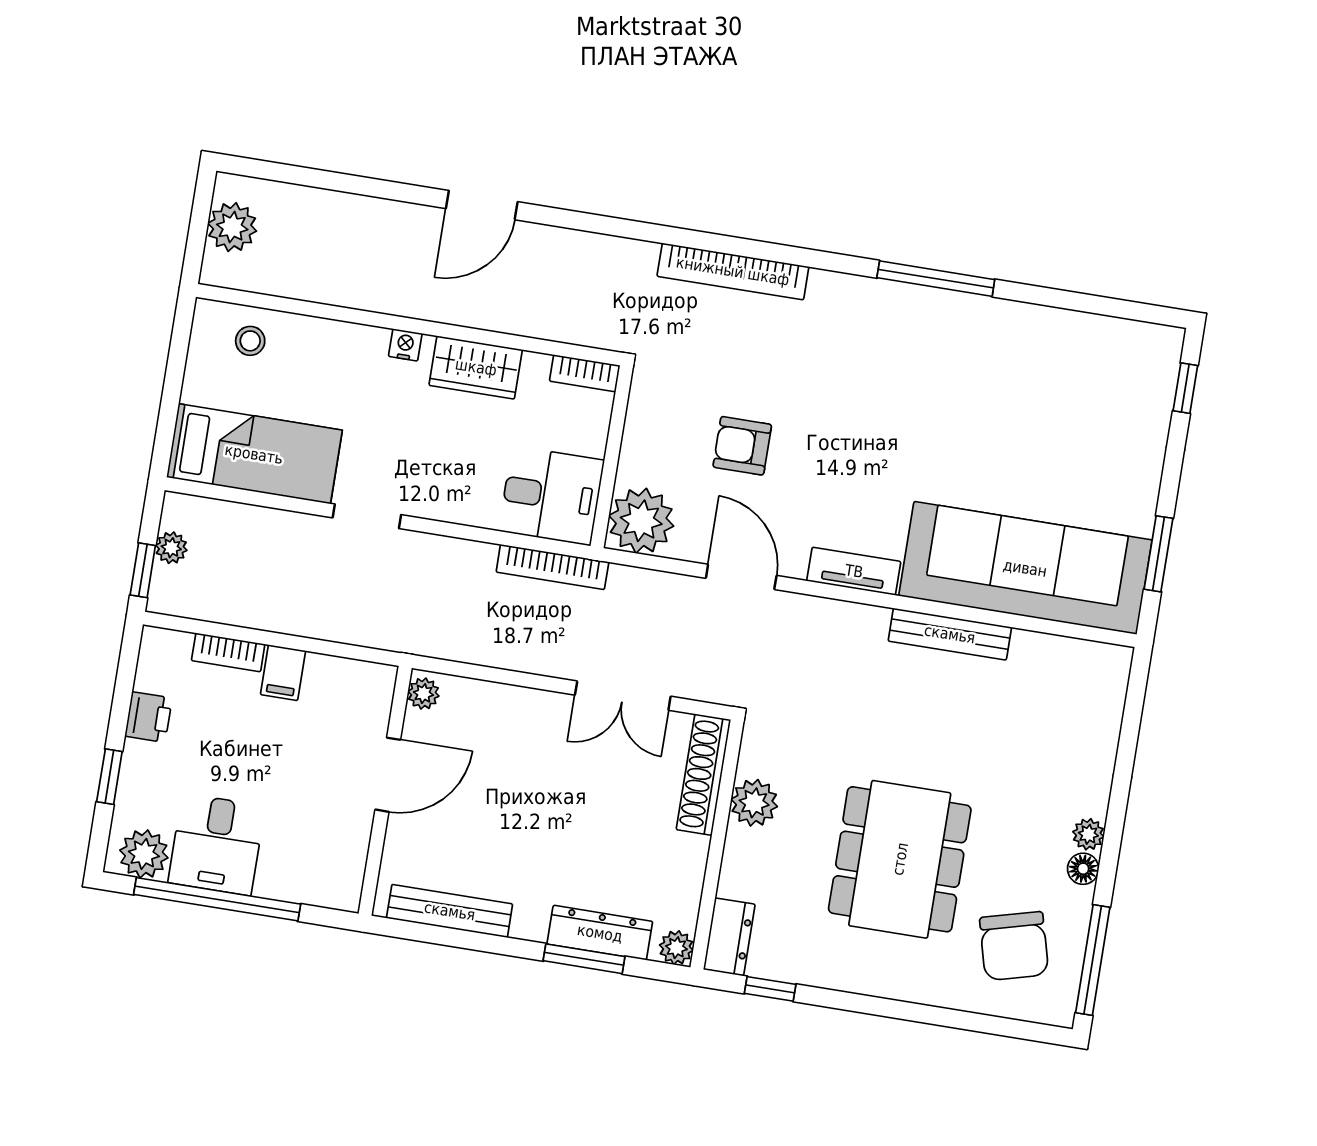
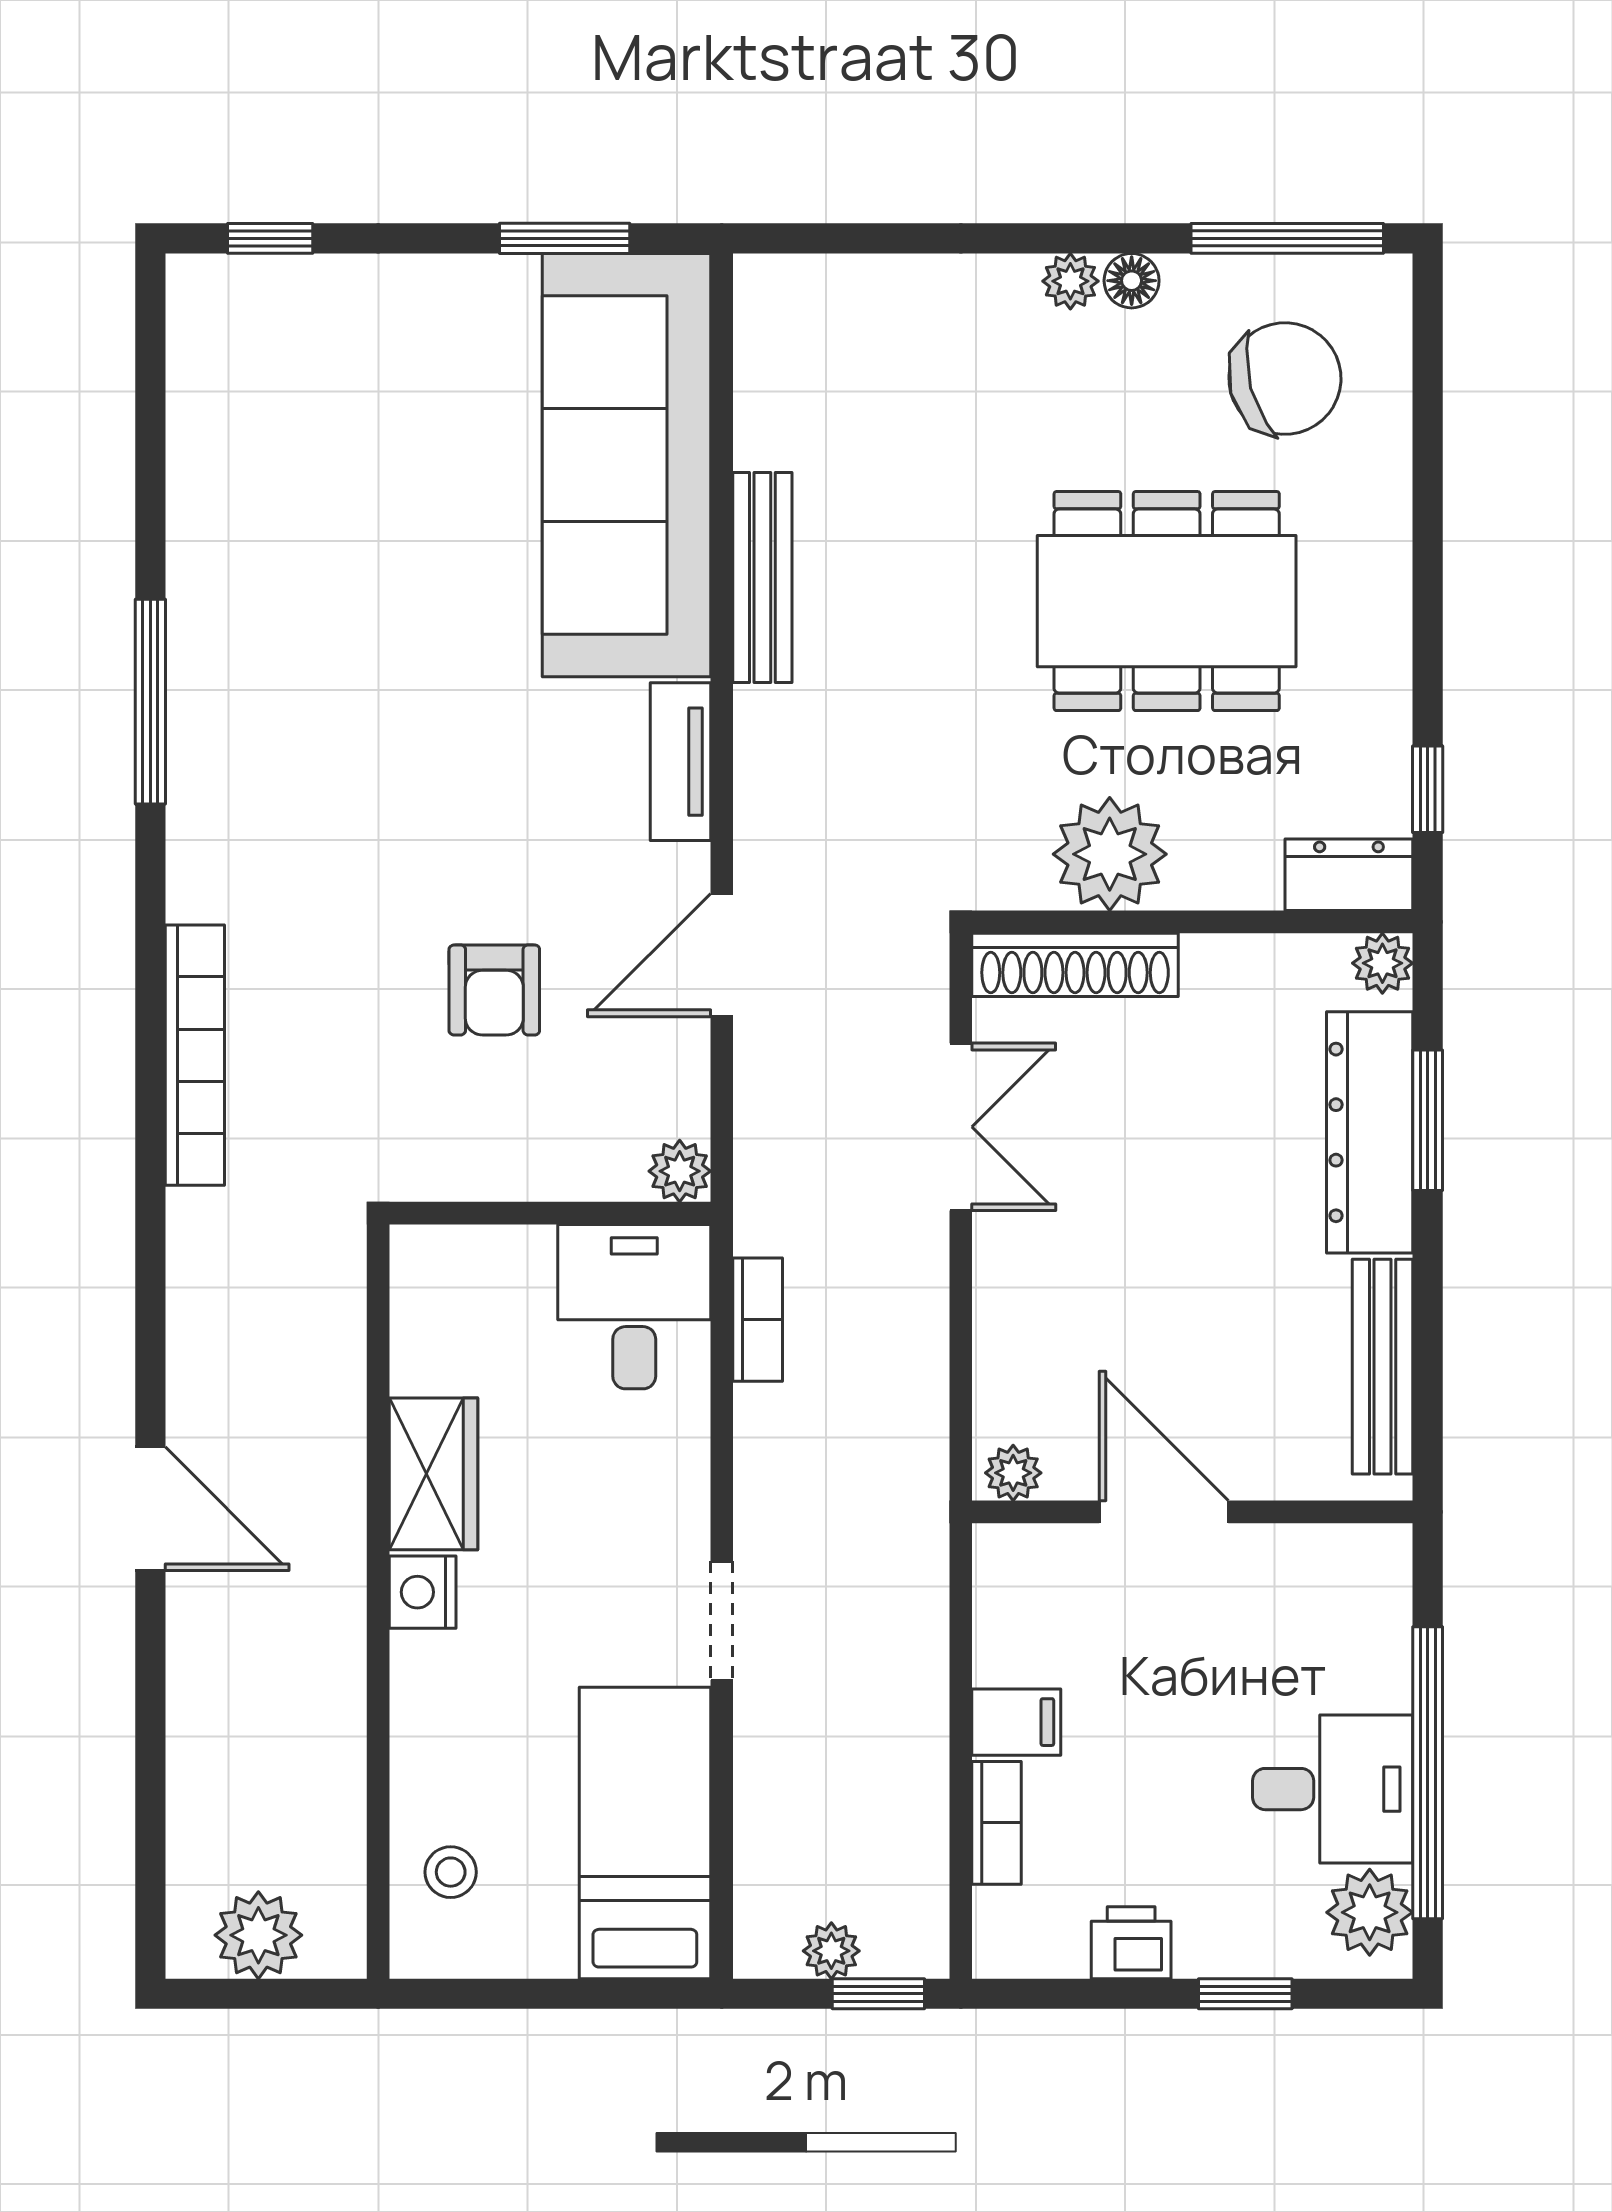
nightstand: (405, 345) -> (423, 1592), width x1.39, depth x1.35
bookcase: (585, 373) -> (413, 1283), removed
plant: (641, 521) -> (680, 1171), width x0.53, depth x0.53
bookcase: (552, 567) -> (758, 1320), width x0.64
plant: (754, 803) -> (1110, 854), width x1.36, depth x1.36
dresser: (600, 933) -> (1370, 1132), width x1.37, depth x1.24

